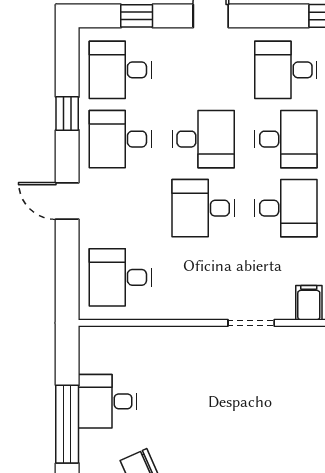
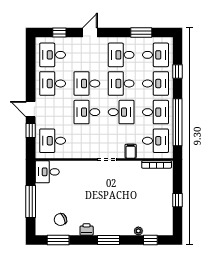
window: (67, 114) -> (31, 130), moved
desk: (203, 139) -> (87, 83), turned 180
desk: (286, 139) -> (121, 83), turned 180
desk: (107, 401) -> (47, 172), moved

